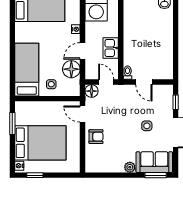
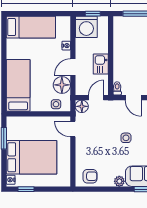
door: (106, 82) -> (96, 98), hinge flipped
side table: (51, 84) -> (56, 104), moved
side table: (147, 126) -> (126, 138), moved
armchair: (96, 137) -> (90, 176), moved

